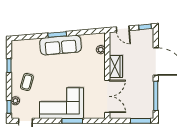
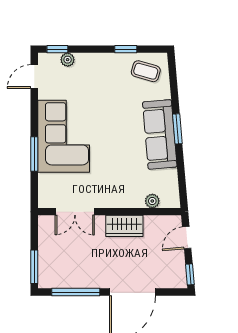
coffee table: (27, 82) -> (146, 71), moved
double door: (107, 96) -> (75, 212), width x0.73

